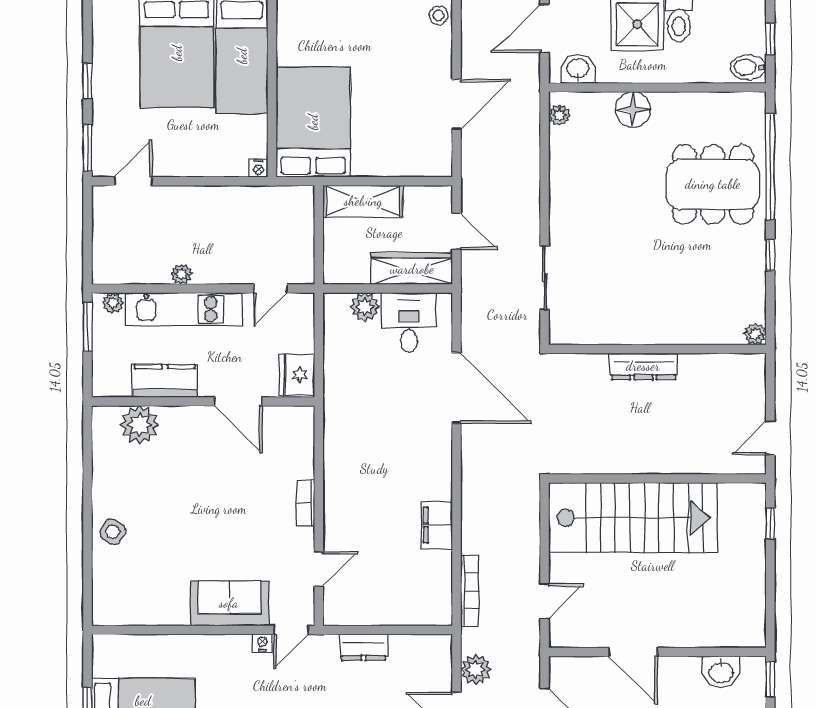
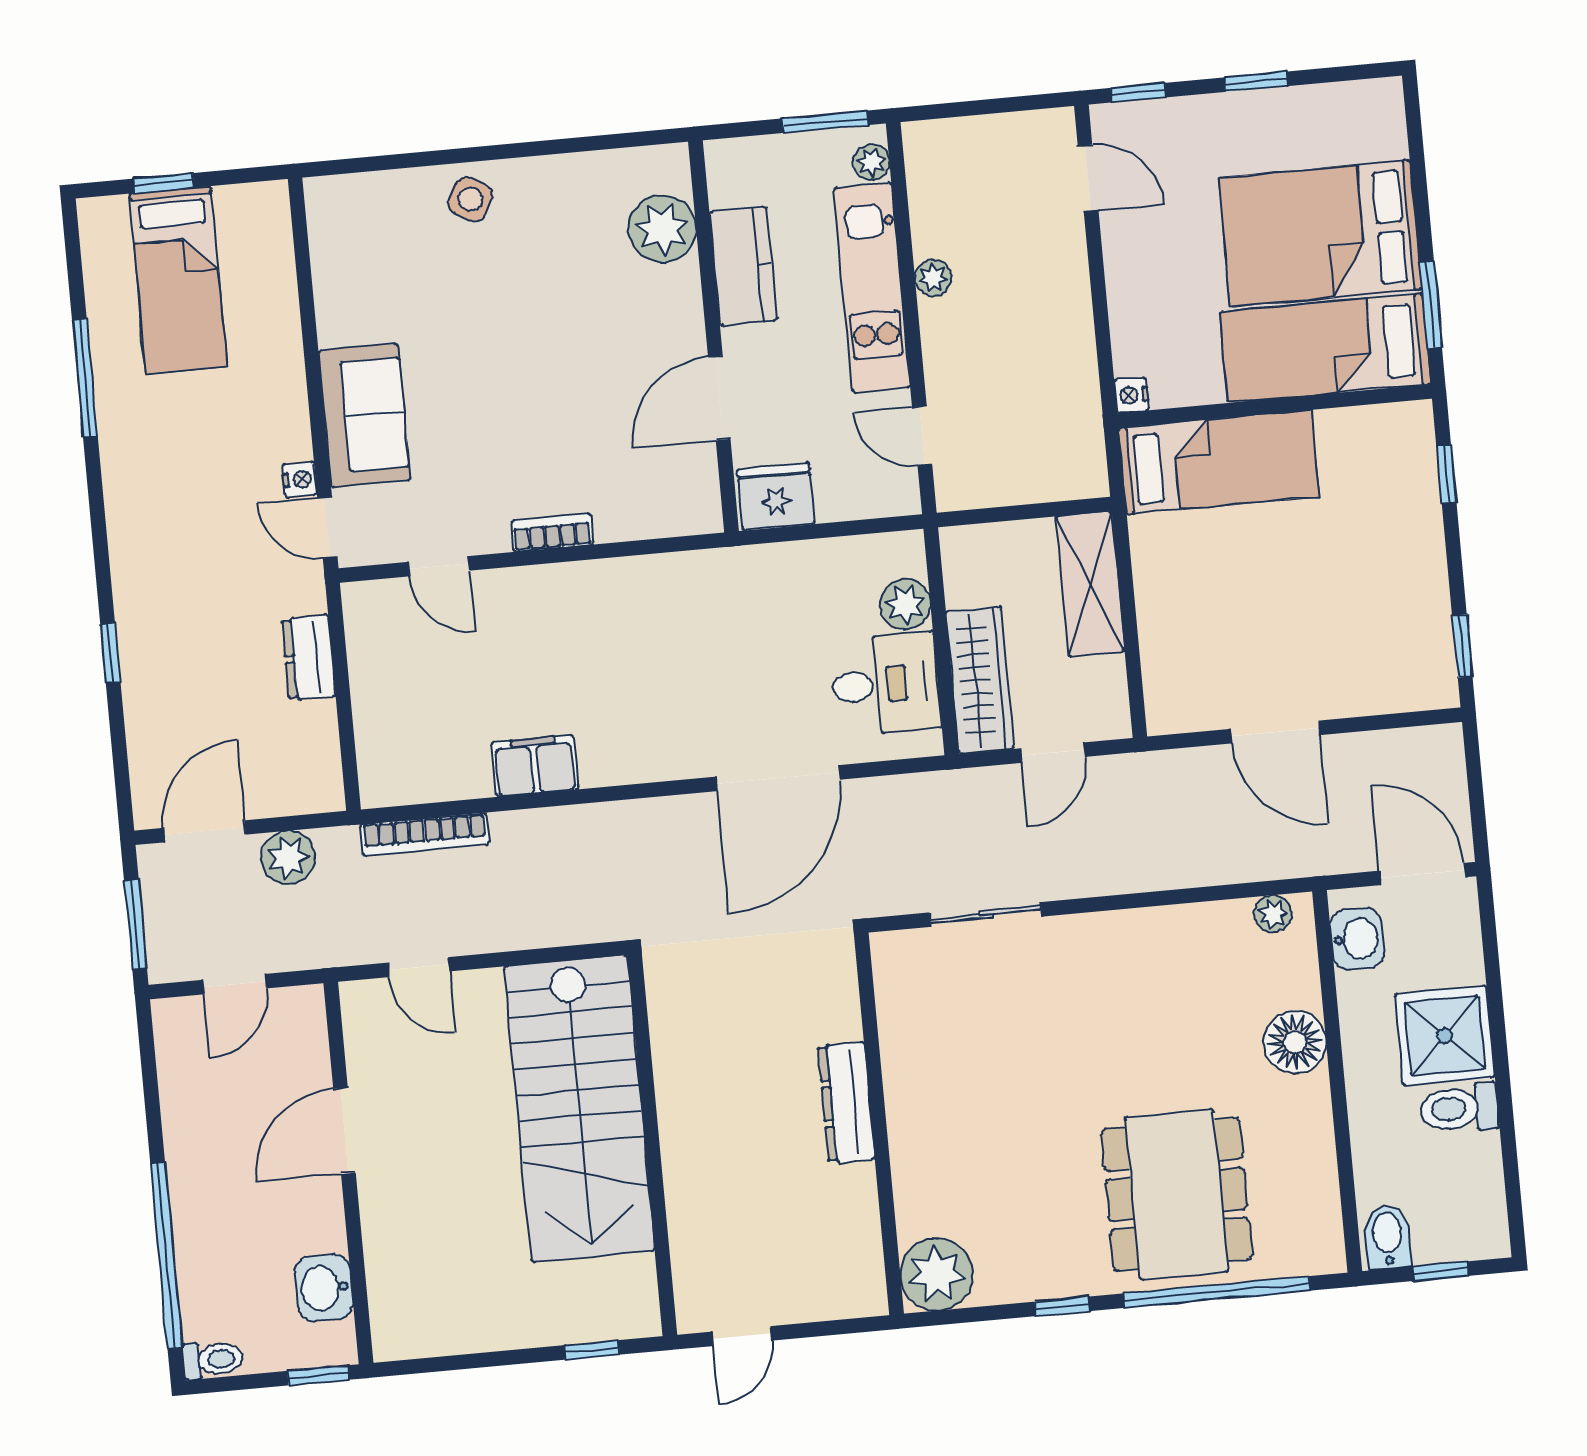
stool: (438, 15) -> (1428, 686), removed
bed: (313, 122) -> (1219, 462), width x0.67
window: (88, 148) -> (1138, 93), width x0.67
plant: (755, 334) -> (937, 1274), width x1.88, depth x1.88
door: (770, 438) -> (742, 1336), swing flipped

